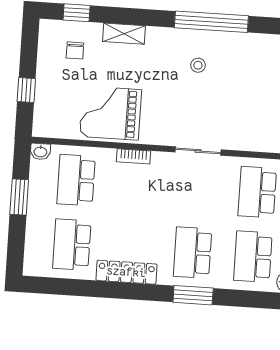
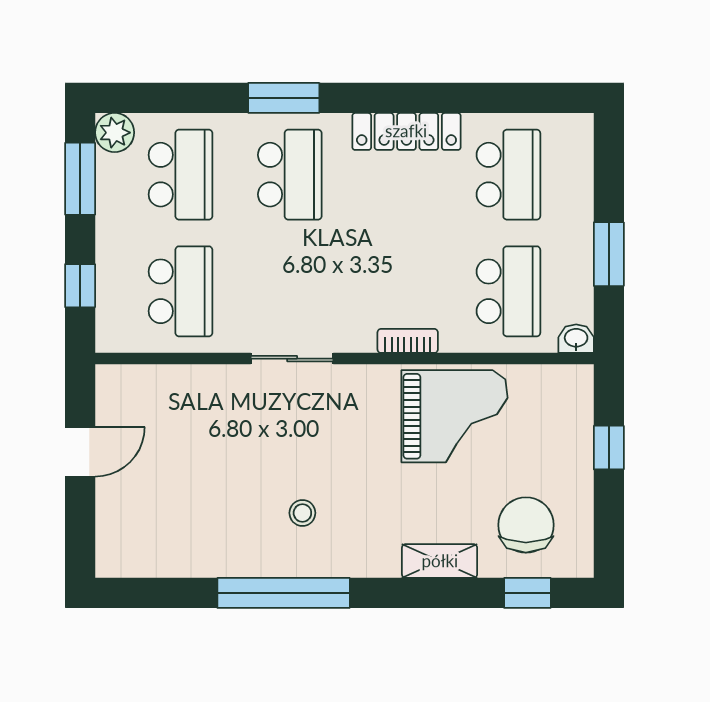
chair: (75, 50) -> (526, 525), width x1.87, depth x1.87

